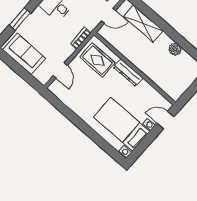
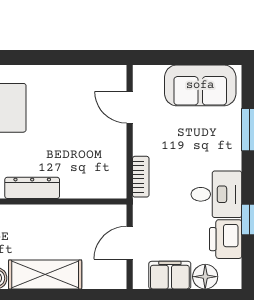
shelving: (143, 24) -> (45, 275), moved
rug: (97, 60) -> (91, 167), removed

